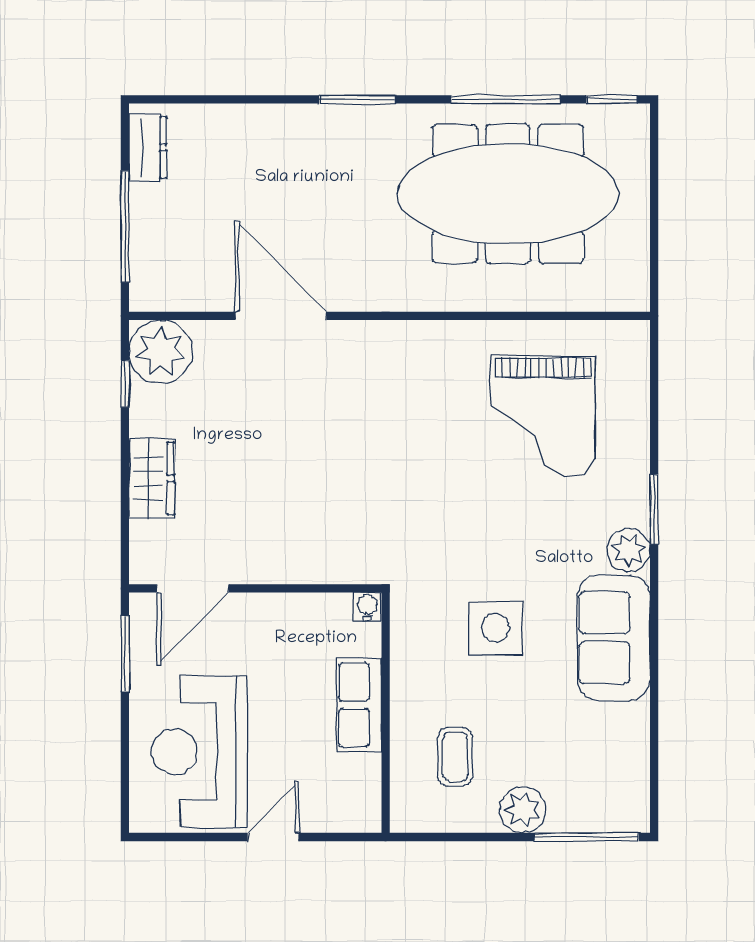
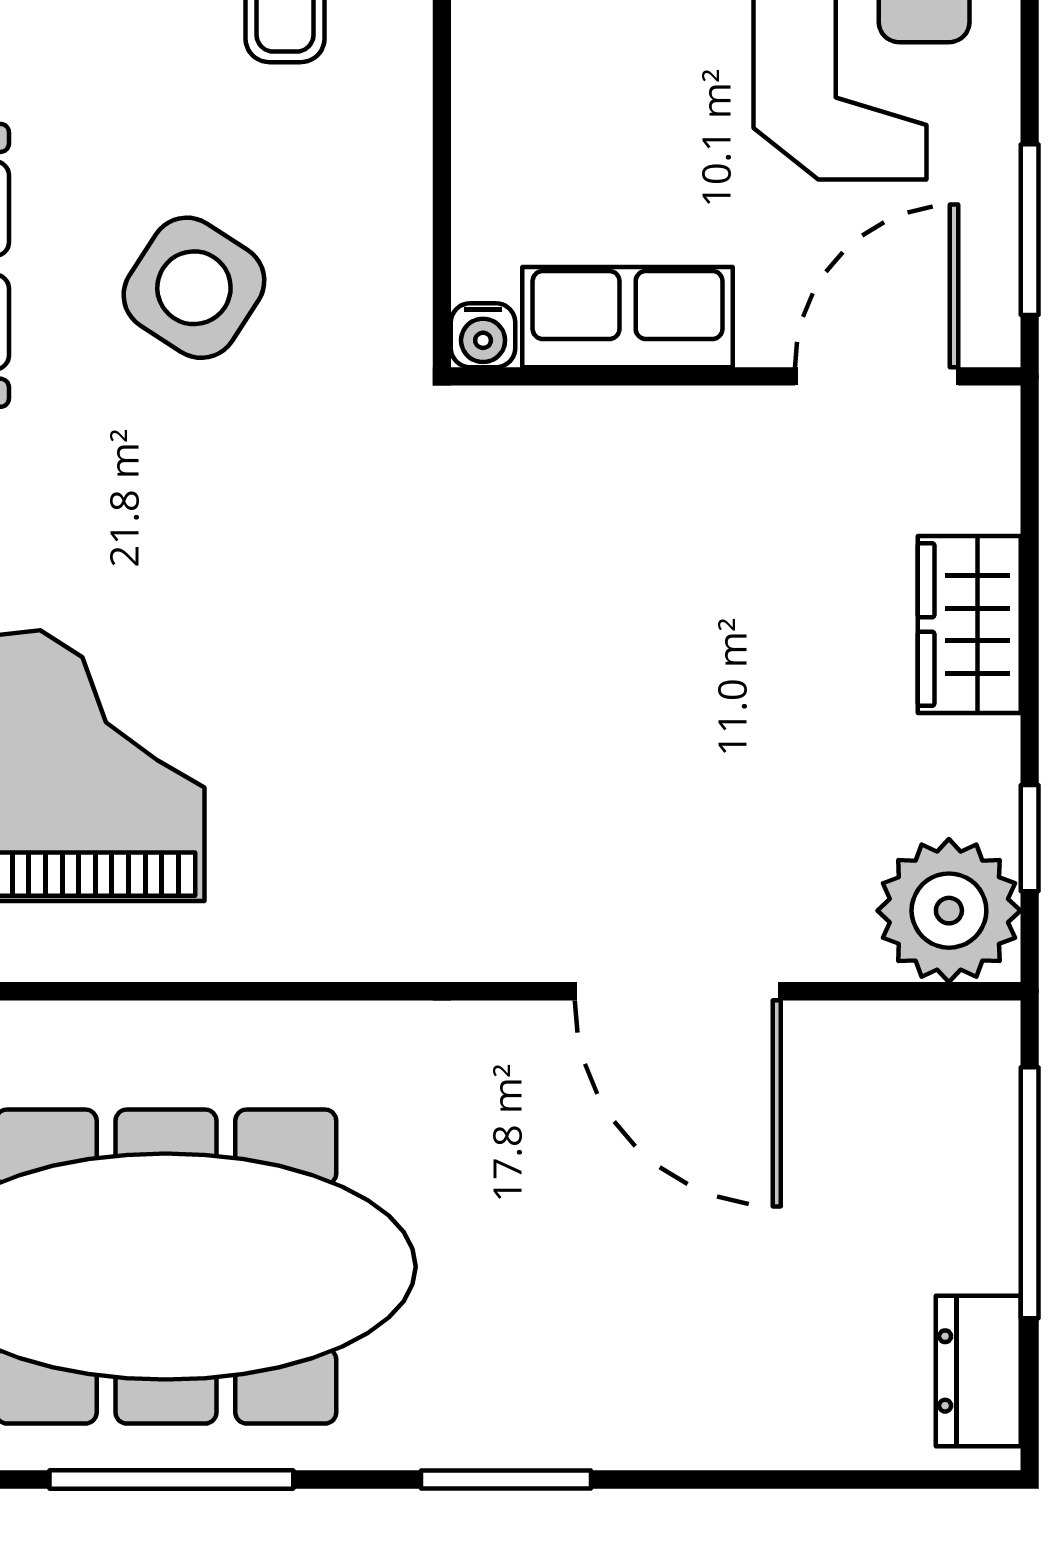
side table: (495, 628) -> (194, 288), turned 33
row of seats: (359, 705) -> (628, 317), moved, turned -90

